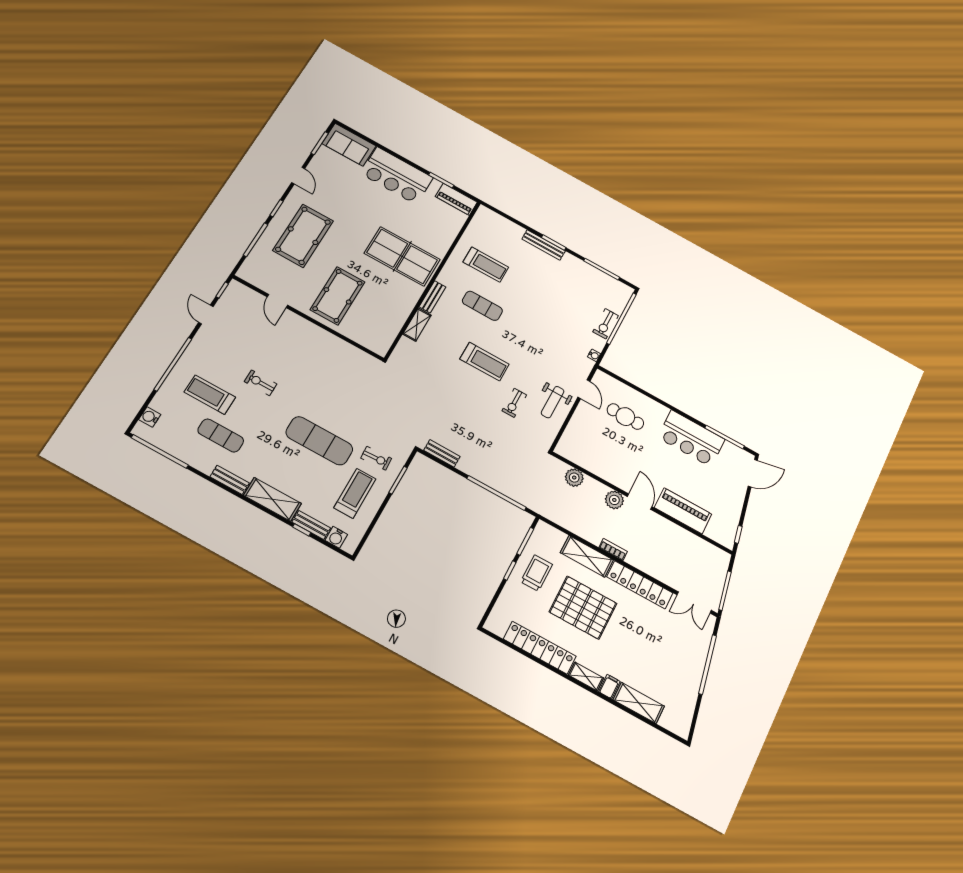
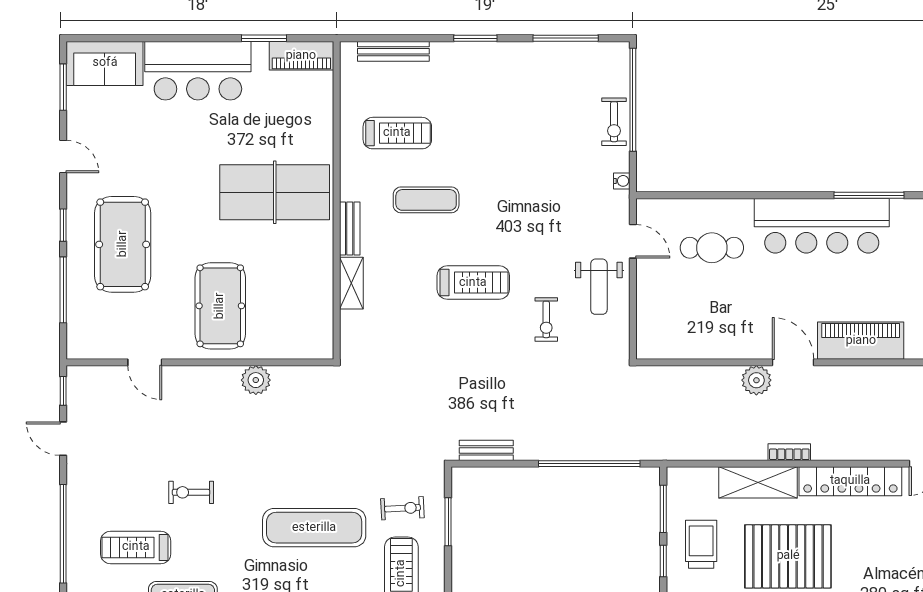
bench: (544, 245) -> (393, 51), moved
bar counter: (691, 438) -> (822, 226), width x1.36
plant: (574, 478) -> (256, 380), moved

